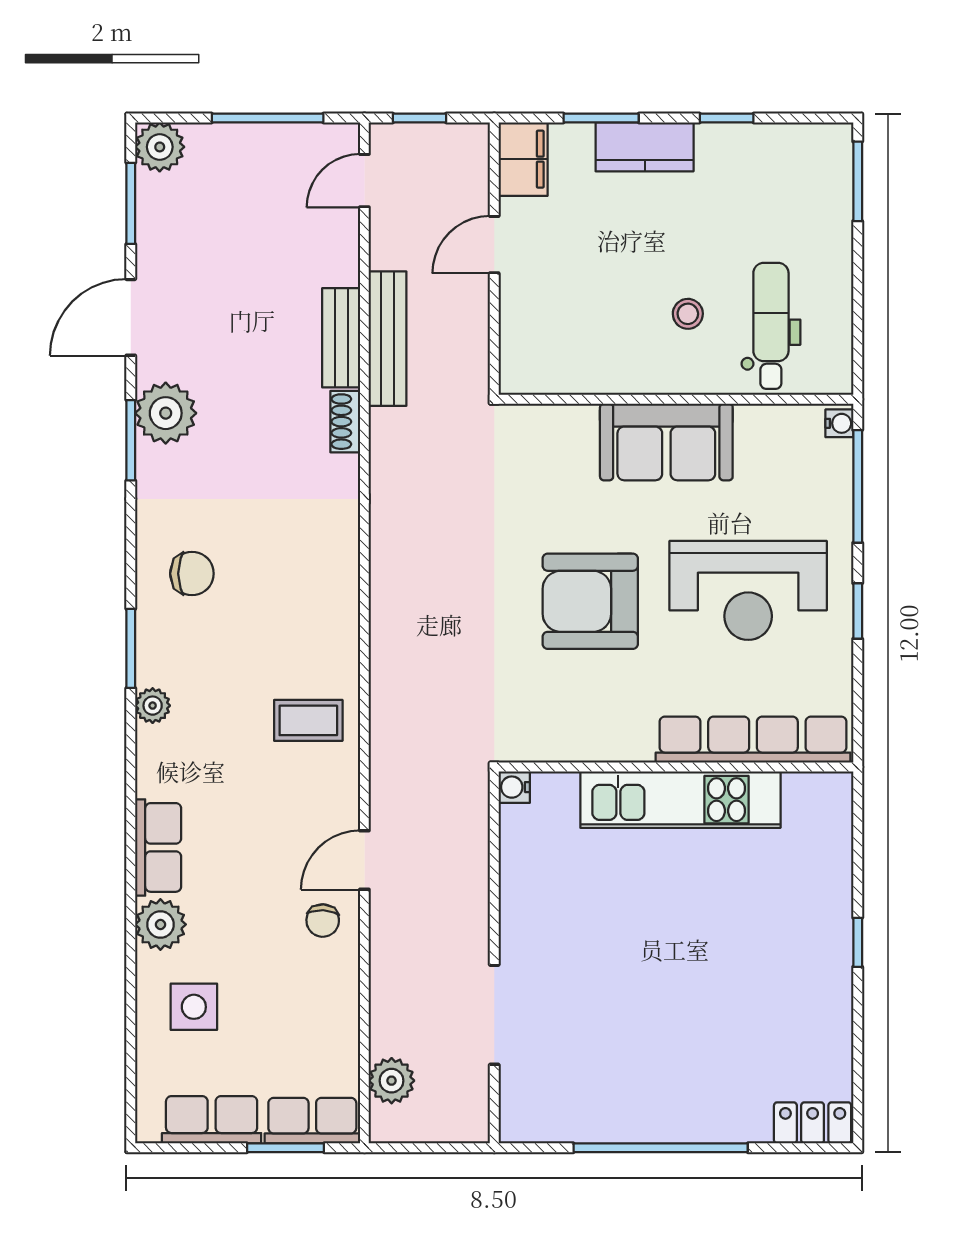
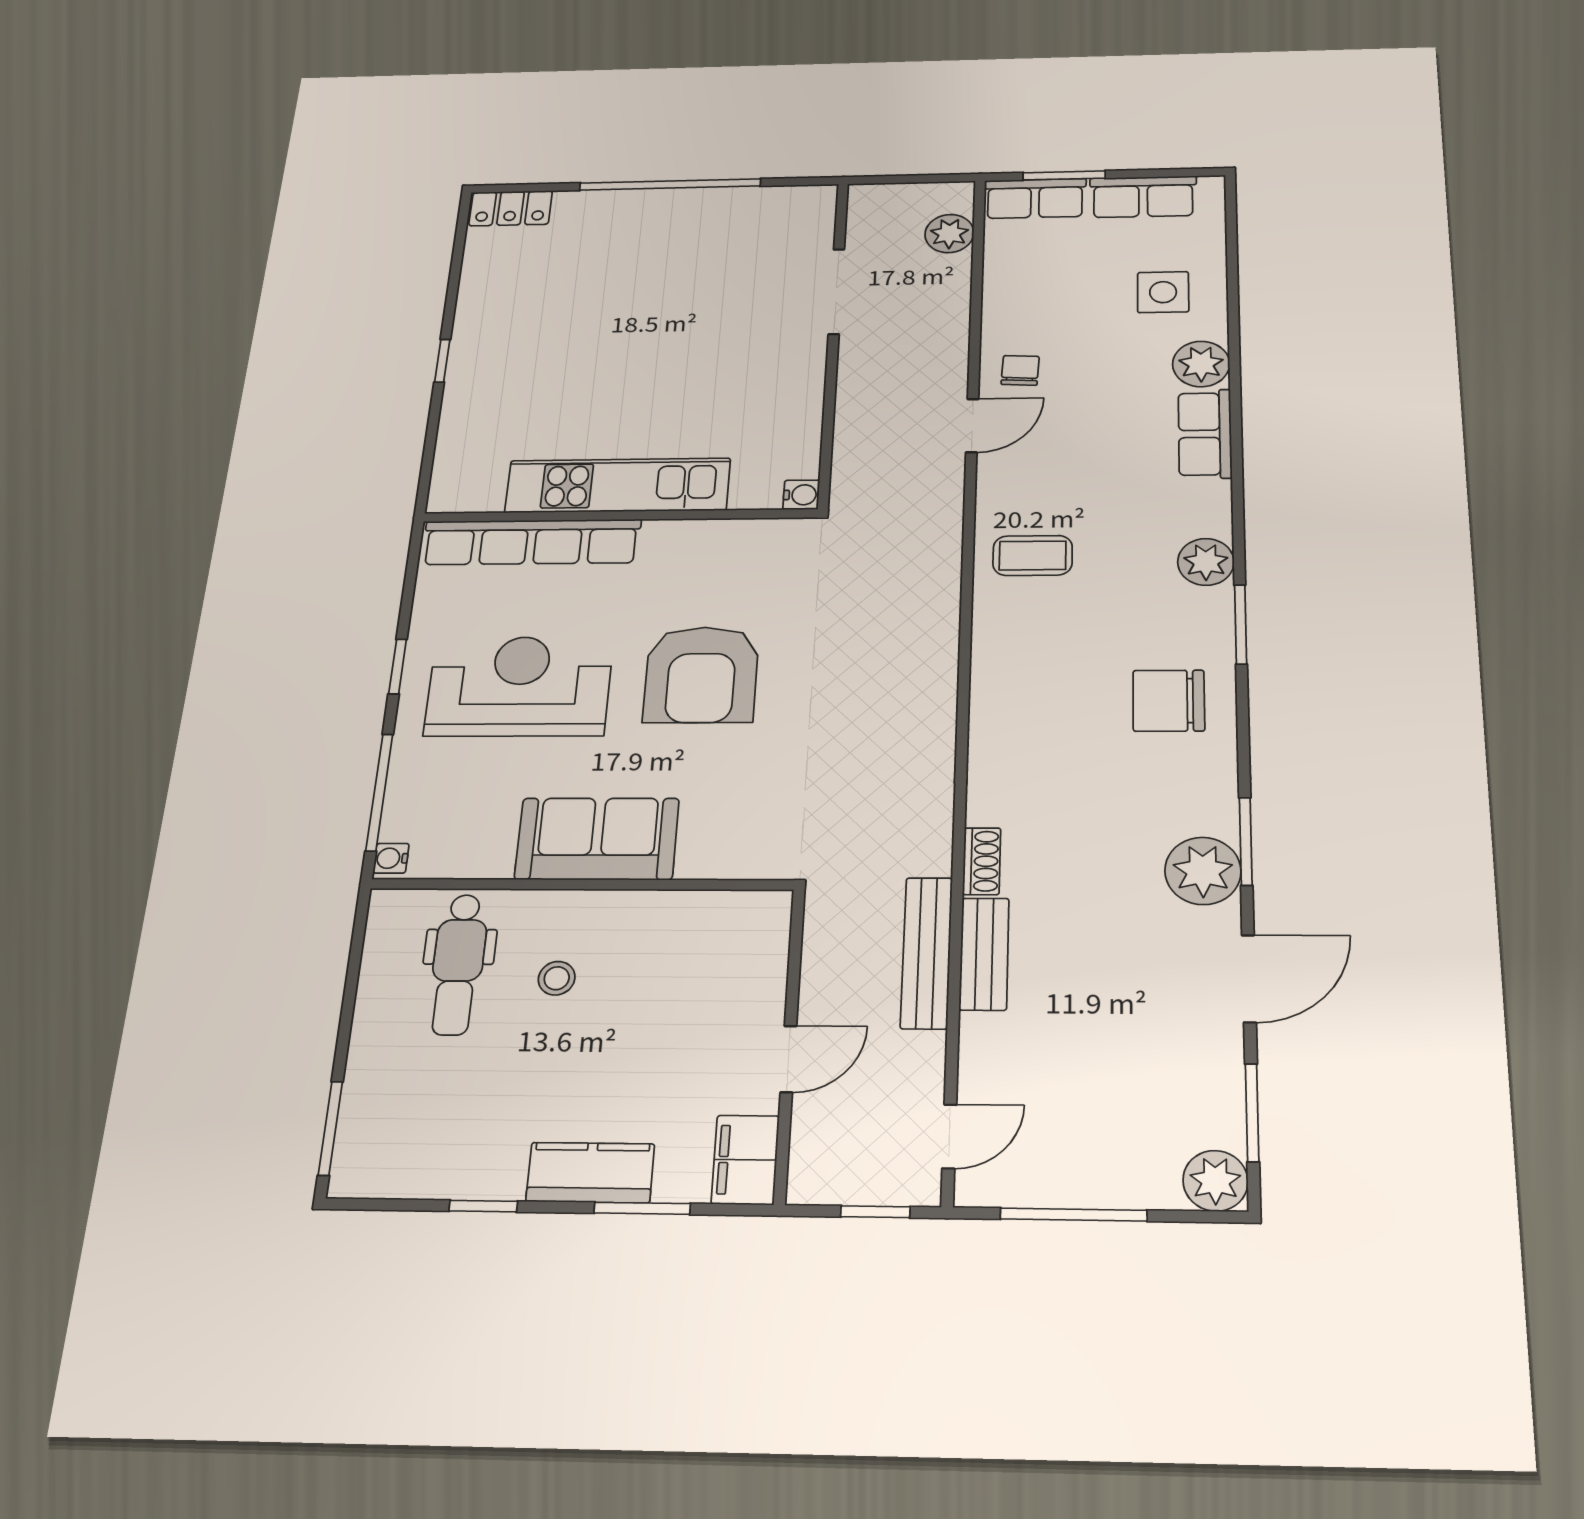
chair: (192, 574) -> (1169, 701), width x1.37, depth x1.37
armchair: (590, 601) -> (701, 675), turned 90
plant: (153, 706) -> (1206, 562), width x1.38, depth x1.38

